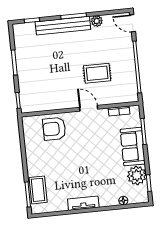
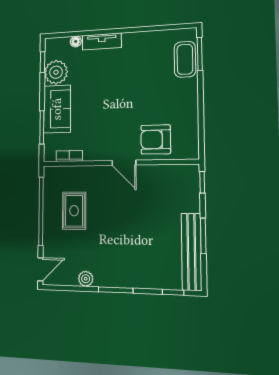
door: (133, 23) -> (40, 269), hinge flipped
bench: (63, 26) -> (192, 252), moved, turned 90
rug: (97, 73) -> (74, 211), moved, turned 90
door: (89, 108) -> (124, 163), moved
armchair: (54, 129) -> (156, 139), turned 180
tv unit: (83, 203) -> (102, 41), moved

